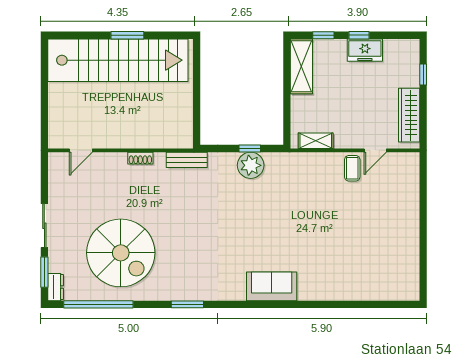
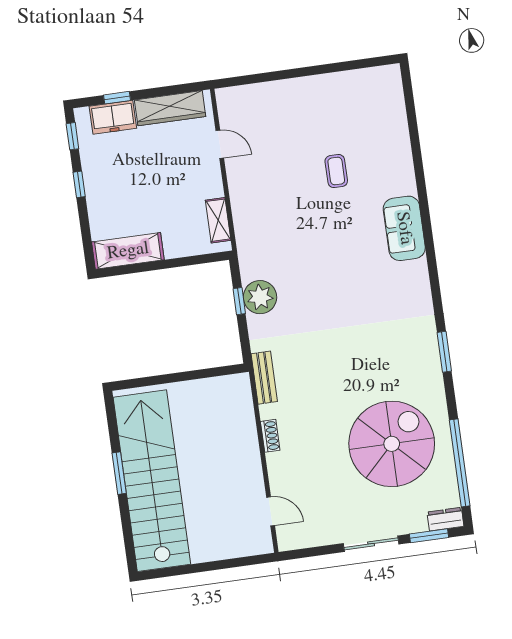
window: (323, 35) -> (72, 136), moved
freezer: (365, 50) -> (113, 117), moved, turned 90
coffee table: (352, 168) -> (336, 171), moved, turned 90
sofa: (272, 286) -> (404, 228), moved

